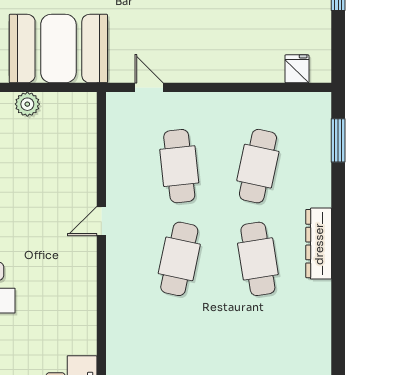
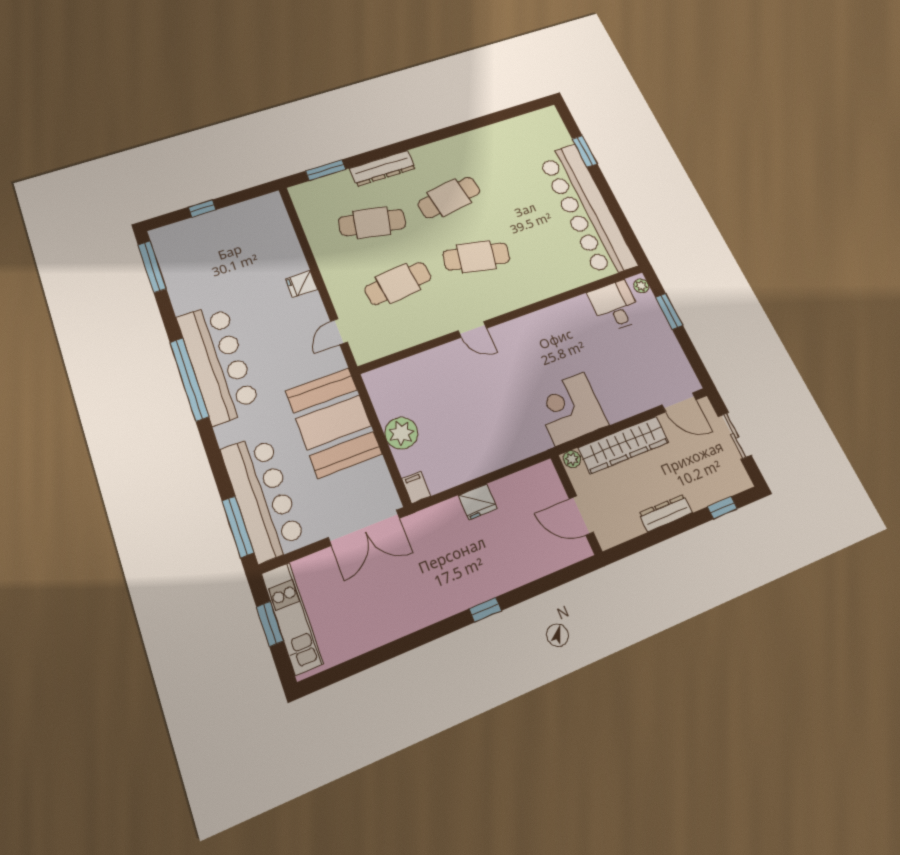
fridge: (297, 69) -> (302, 284), moved
plant: (27, 104) -> (401, 433), width x1.36, depth x1.36
dresser: (319, 244) -> (383, 168), moved

